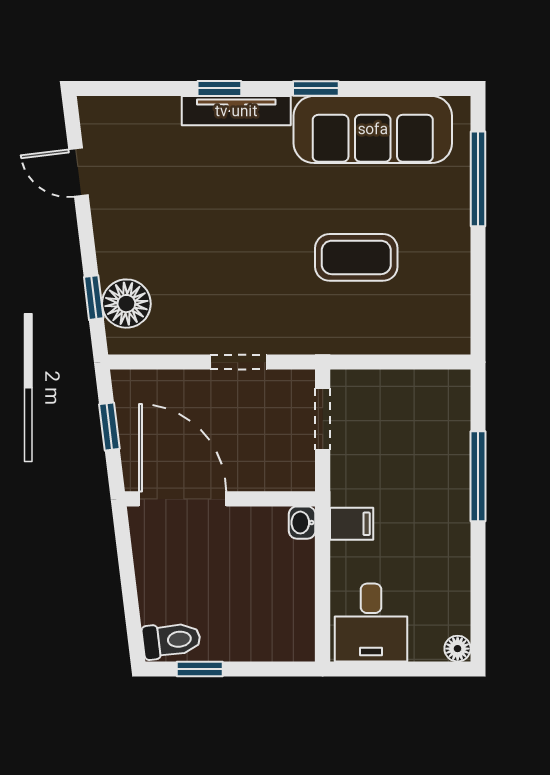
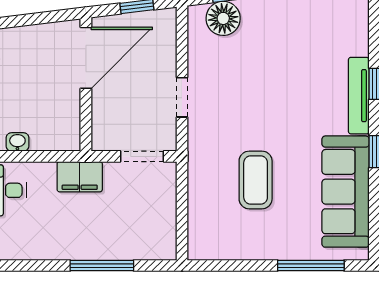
washbasin: (302, 523) -> (17, 142), moved
filing cabinet: (352, 524) -> (80, 177), width x2.00

